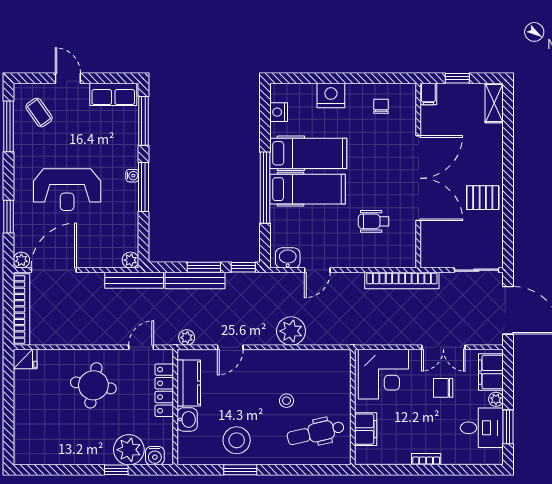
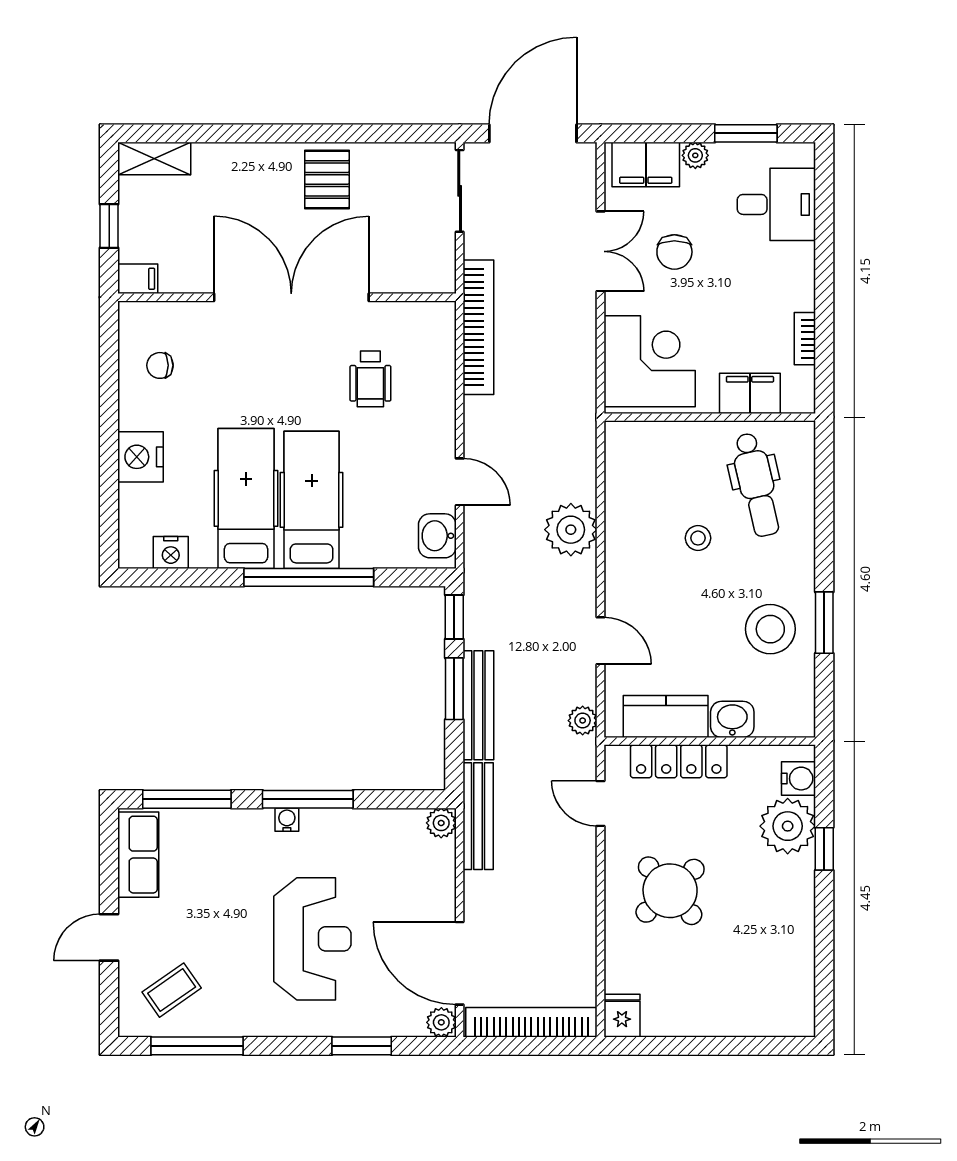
round table: (93, 385) -> (670, 891), turned 38
desk: (482, 428) -> (776, 204), moved, turned 90
bookcase: (426, 459) -> (805, 339), moved

